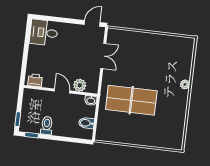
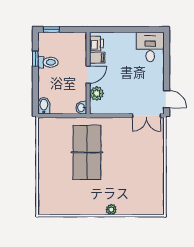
double door: (103, 56) -> (146, 116), moved
filing cabinet: (48, 81) -> (97, 58), added
bidet: (86, 123) -> (44, 106), moved
window: (31, 135) -> (35, 59), moved

